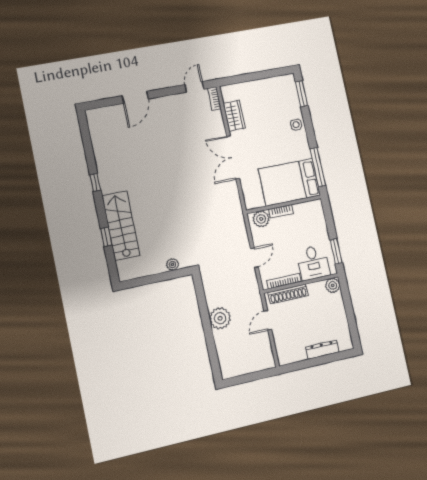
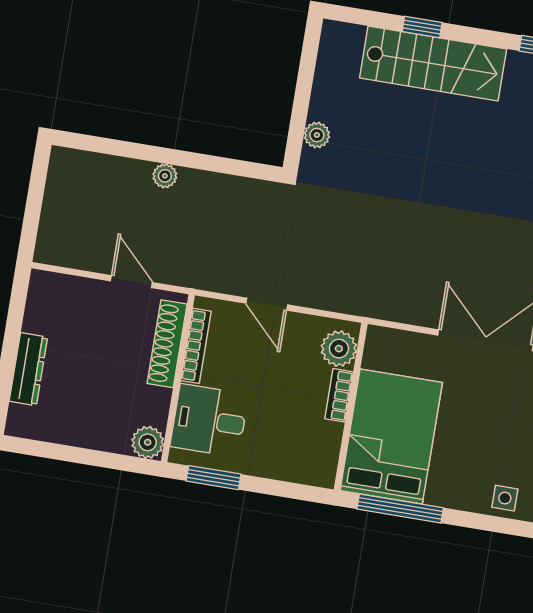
plant: (220, 318) -> (165, 176), width x0.53, depth x0.53

